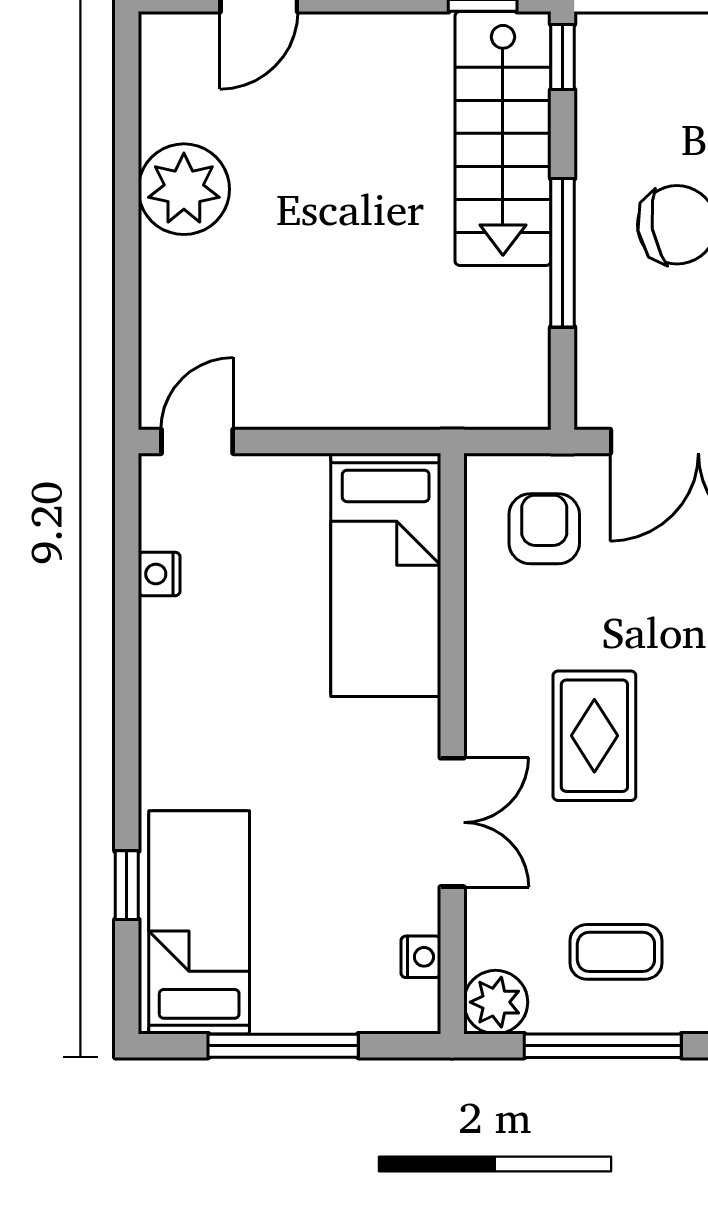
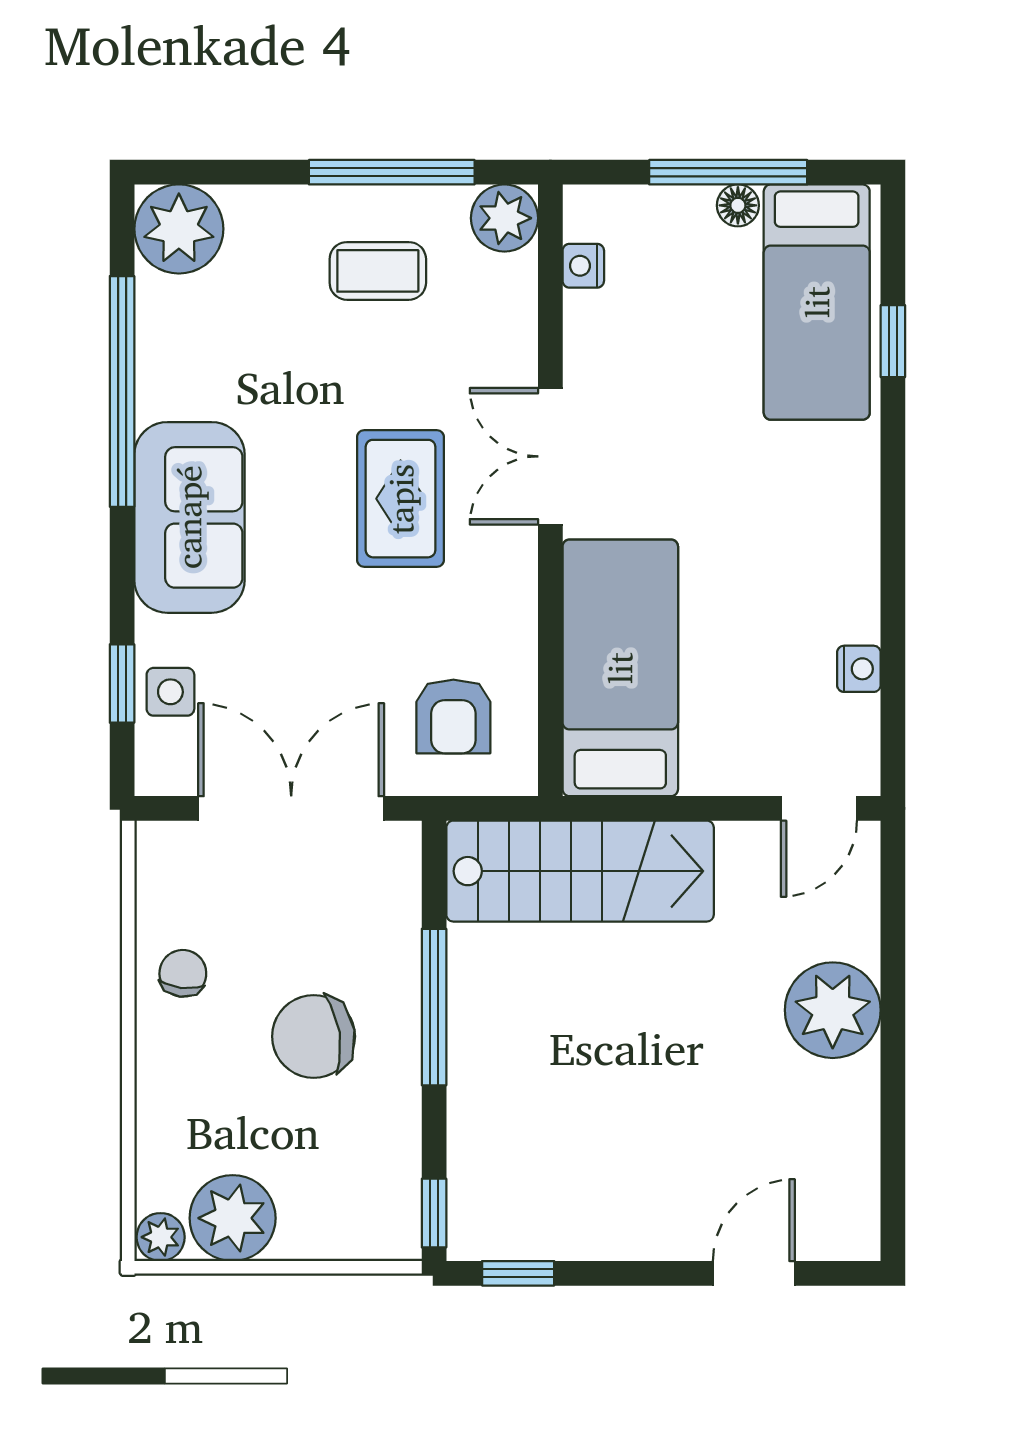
stairs: (503, 138) -> (580, 871), moved, turned 90
plant: (184, 189) -> (833, 1010), moved
double door: (452, 822) -> (550, 456), moved
floor lamp: (274, 1014) -> (738, 205), added

